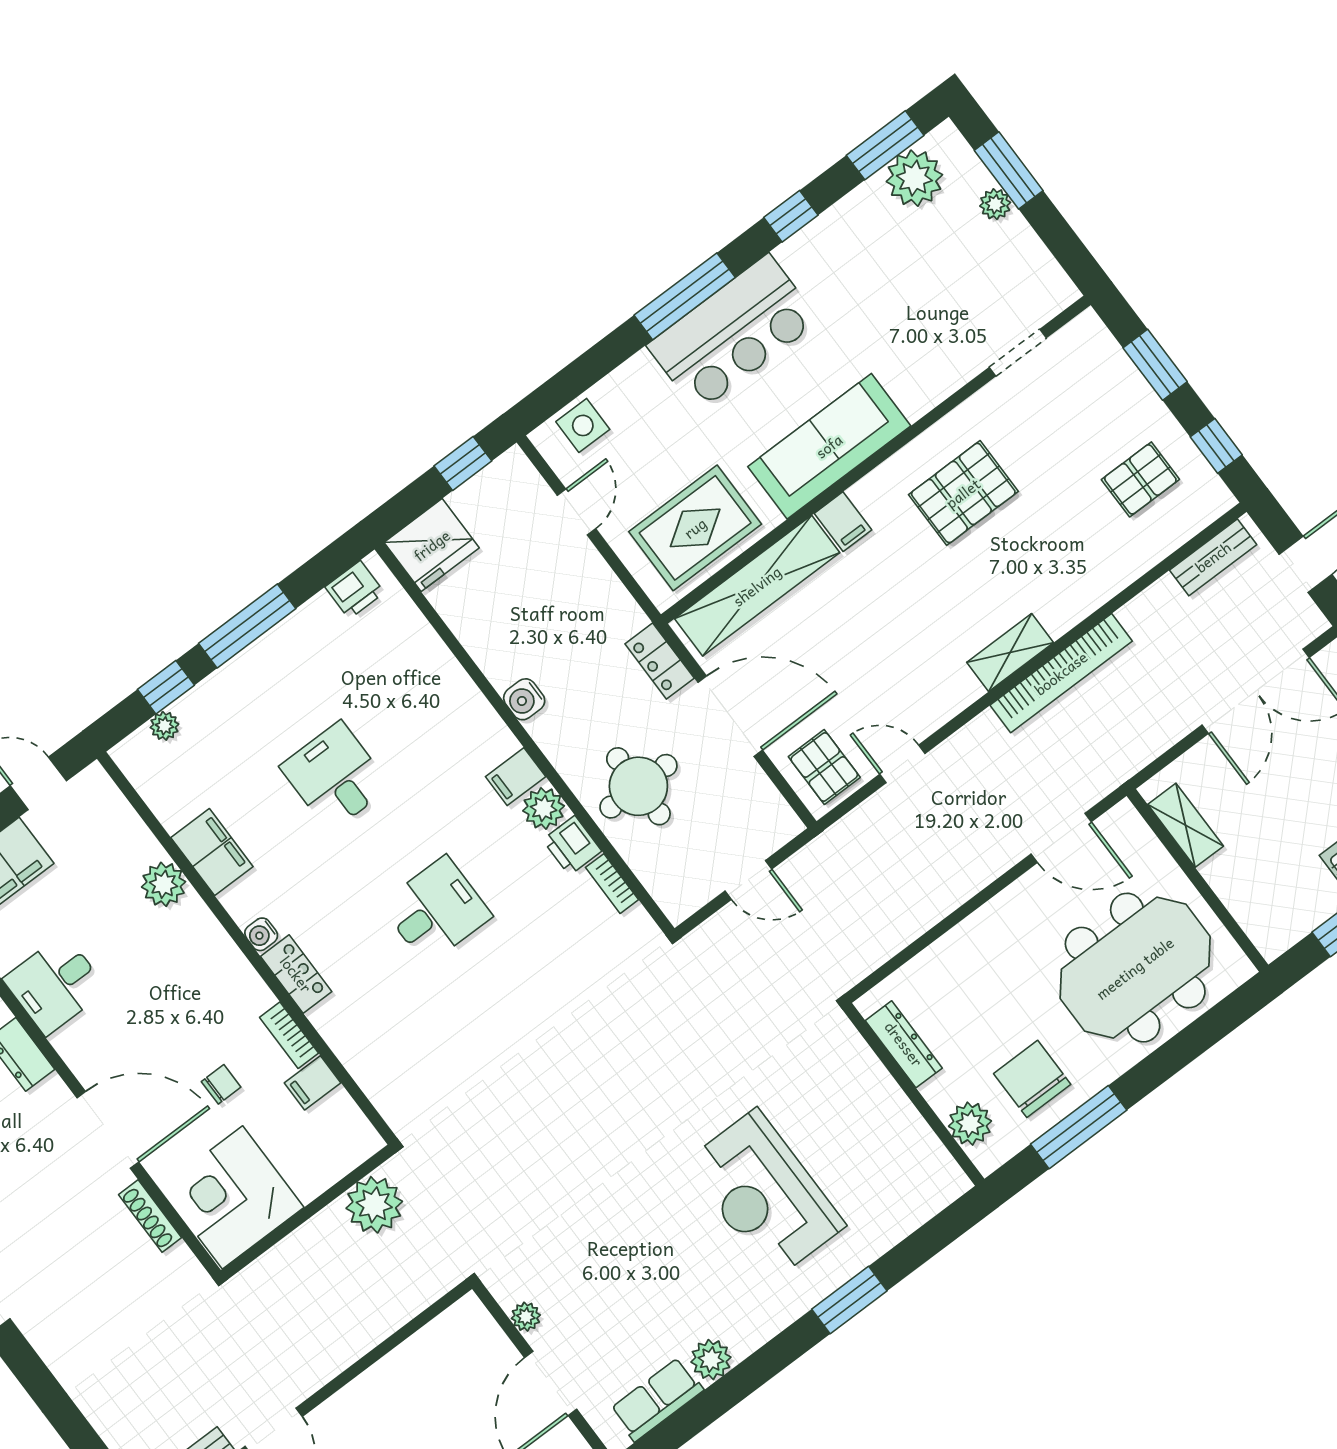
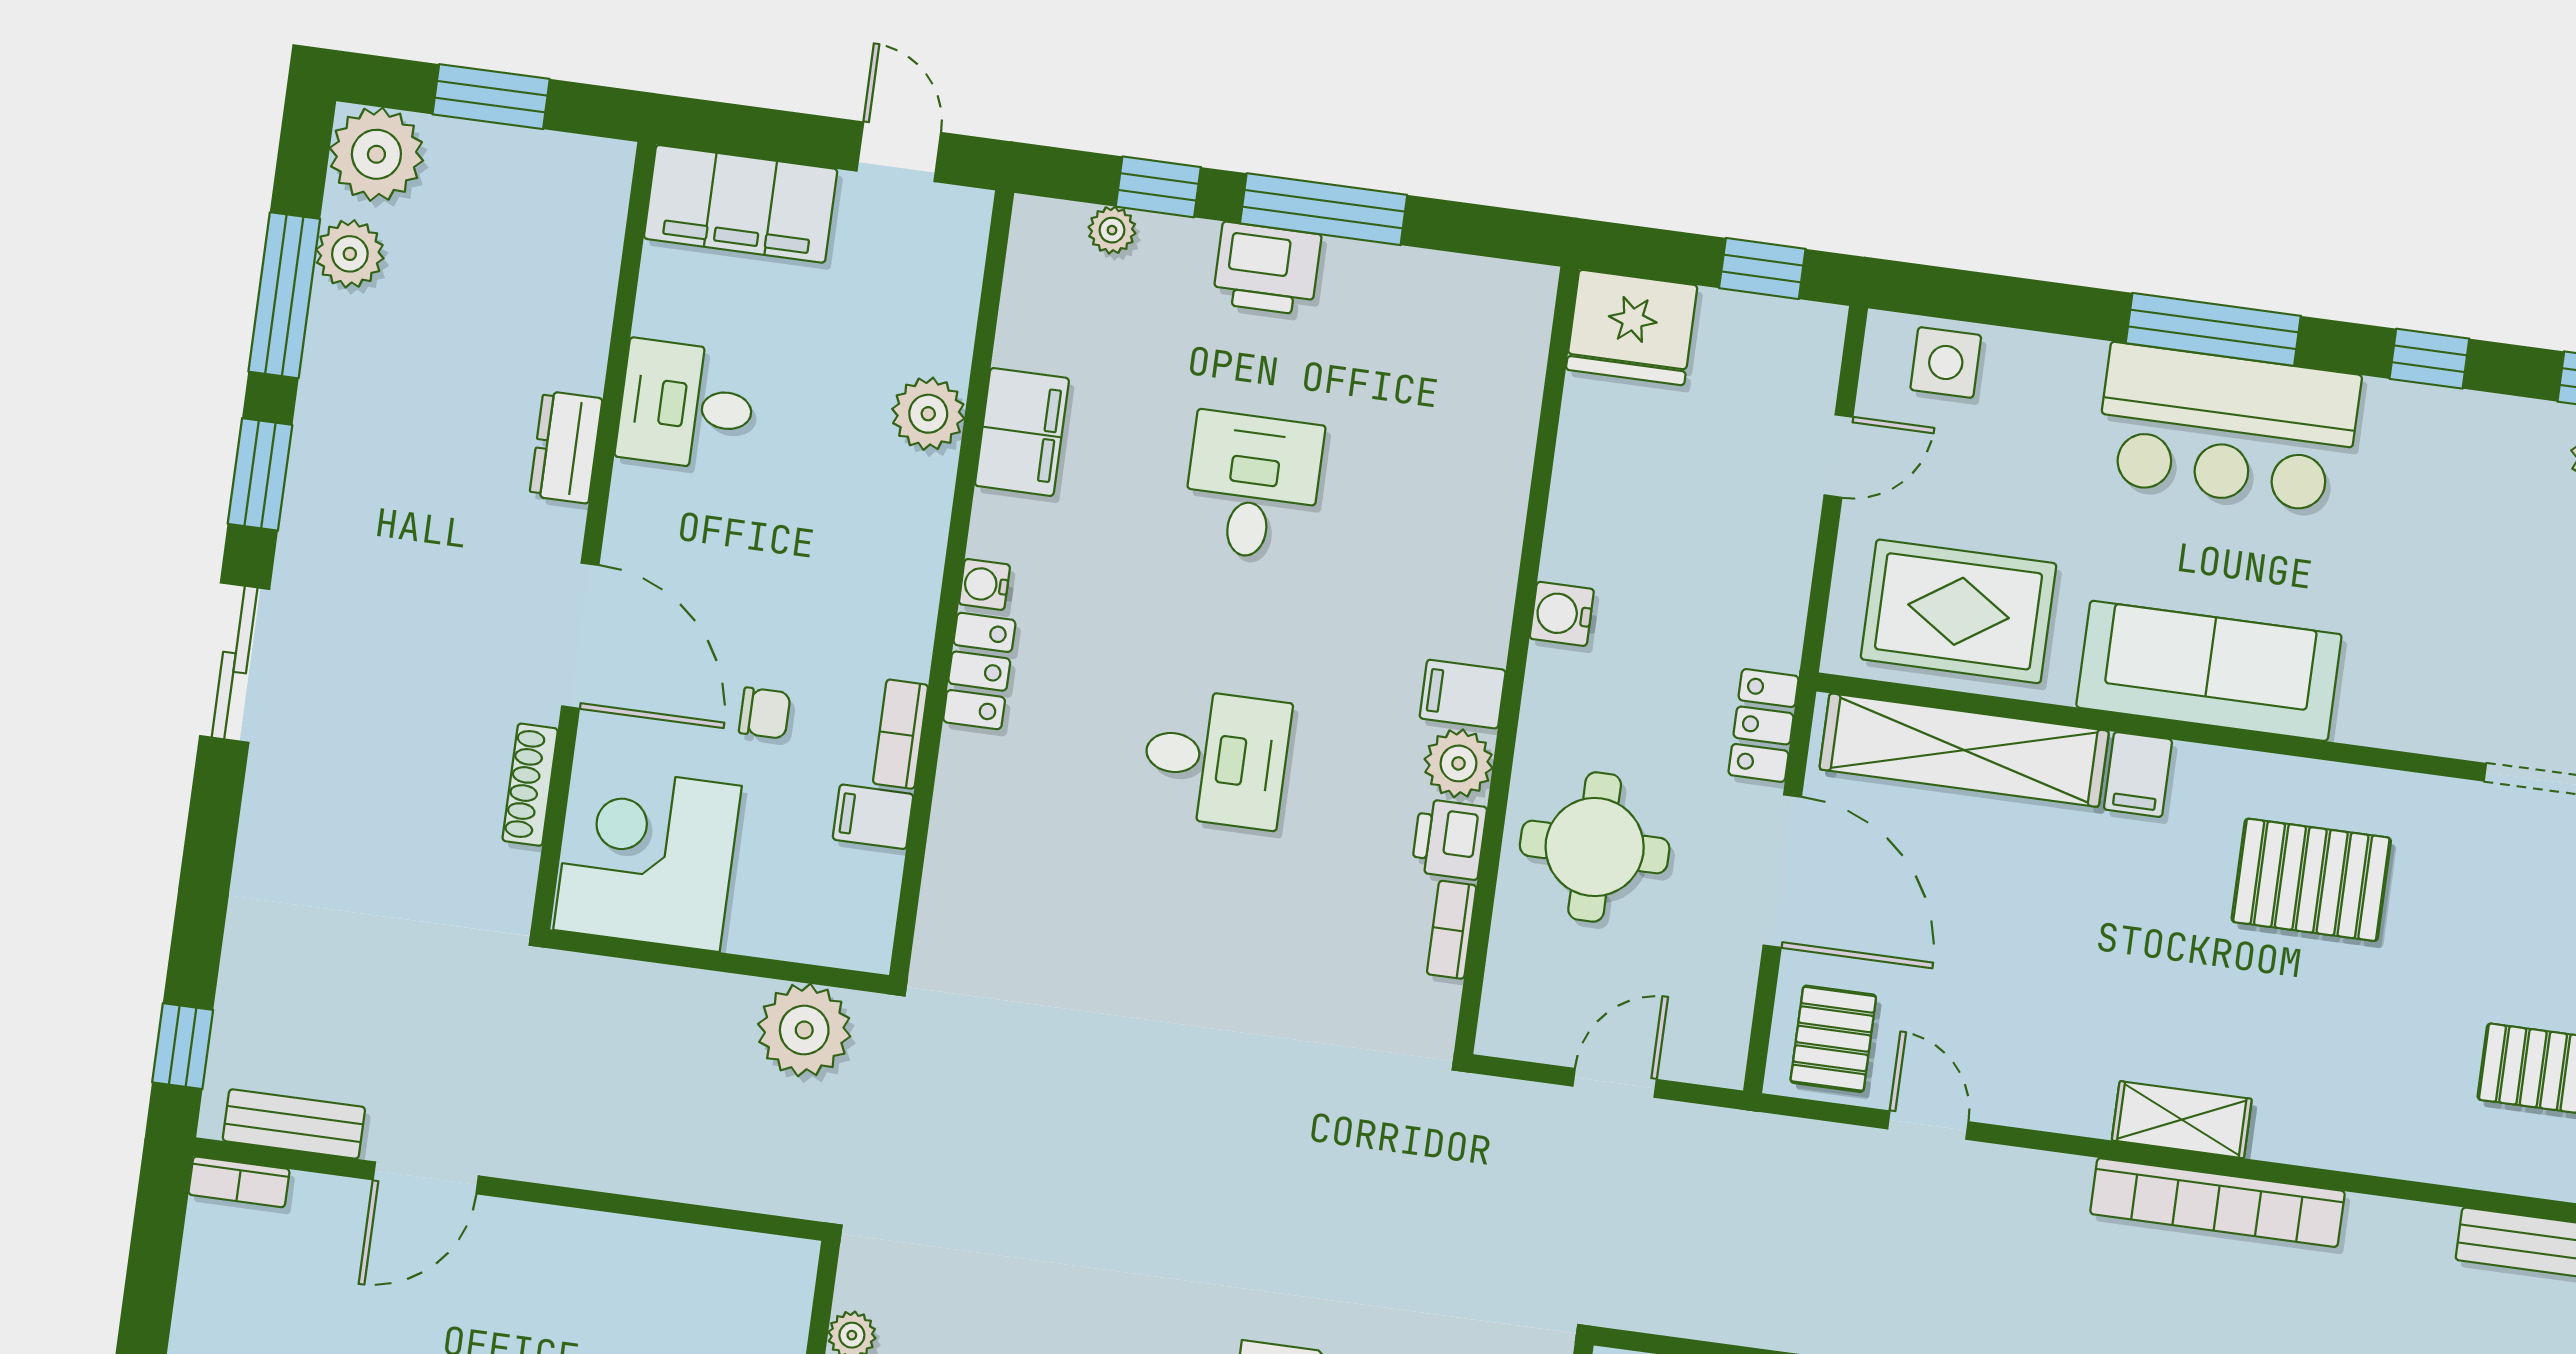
printer: (355, 590) -> (1267, 269), moved, width x1.36, depth x1.24
door: (748, 880) -> (1615, 1083), swing flipped

